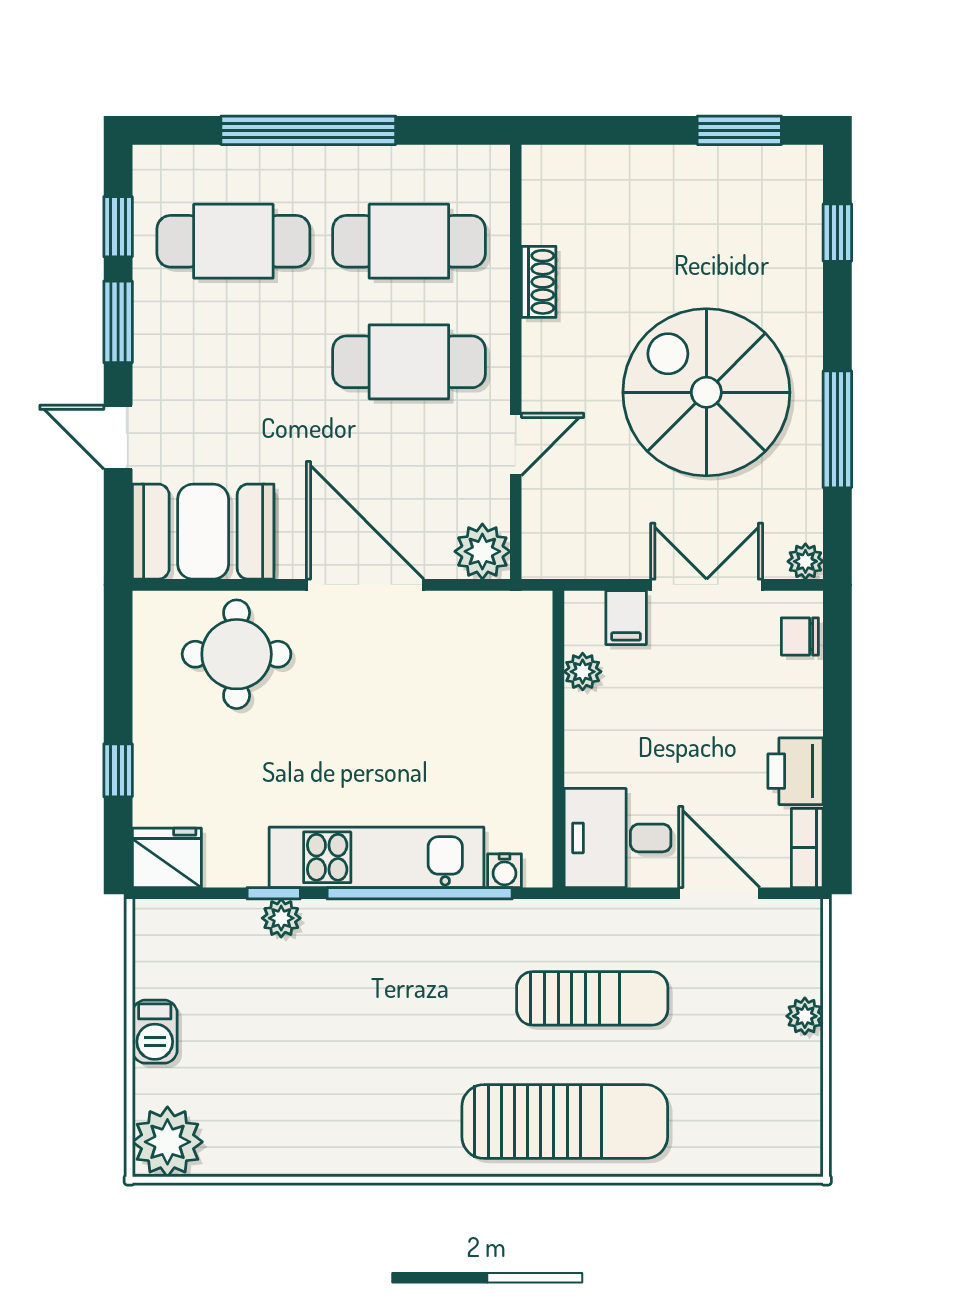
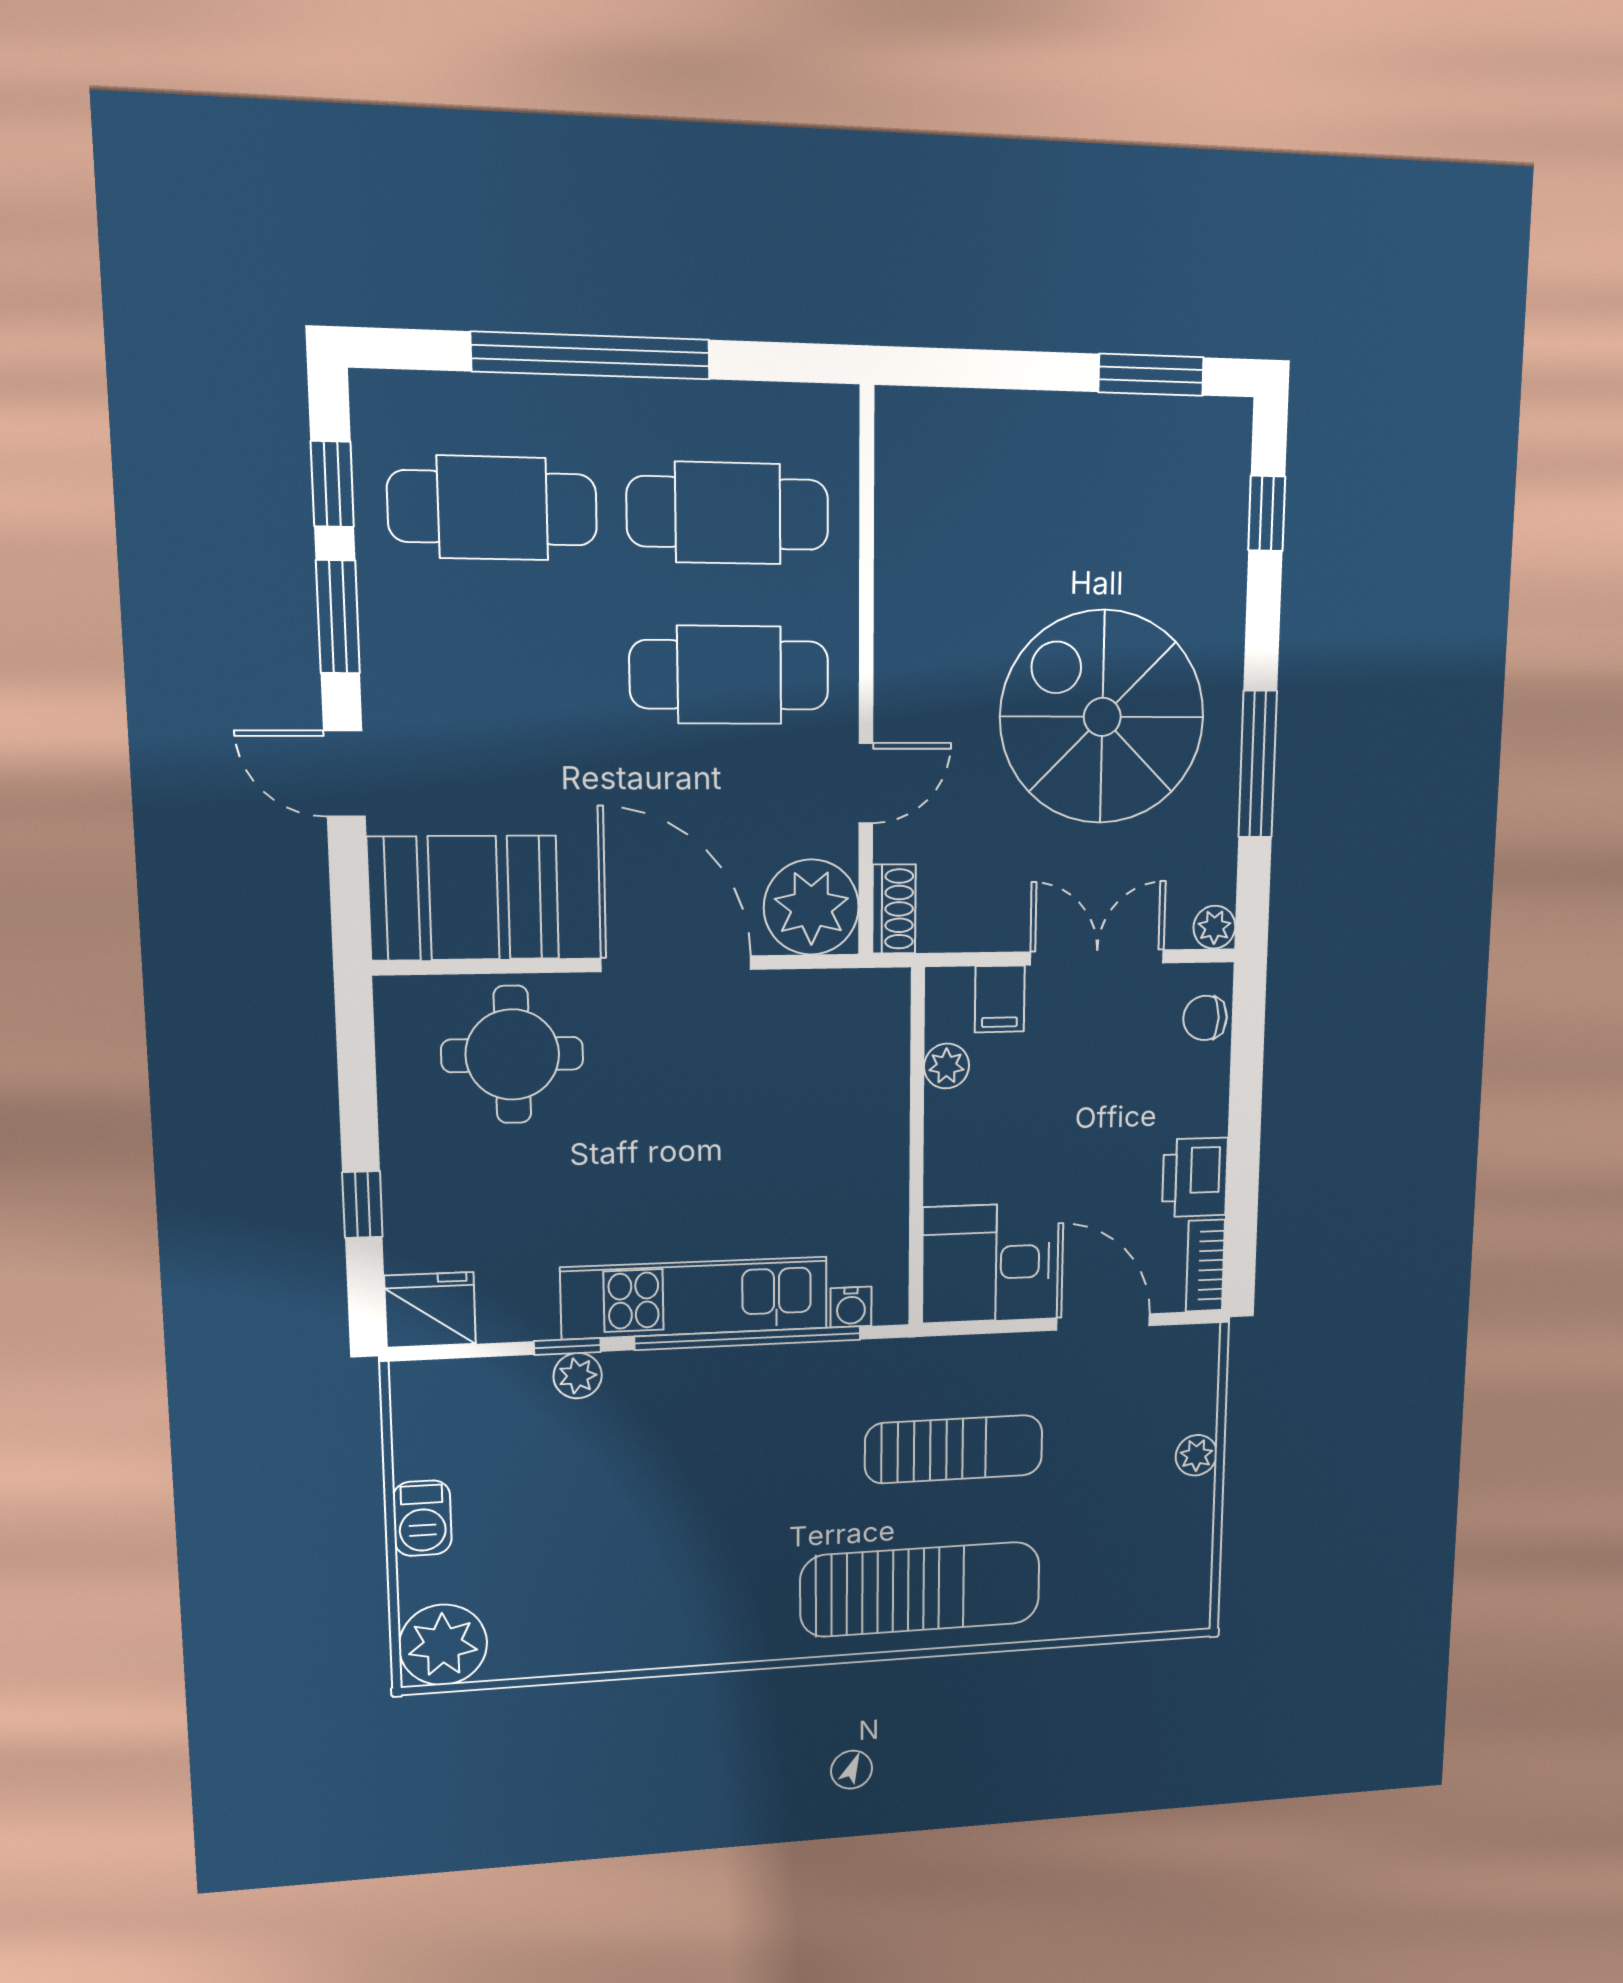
shoe rack: (539, 282) -> (894, 909), moved
plant: (482, 551) -> (811, 907), width x1.36, depth x1.36

